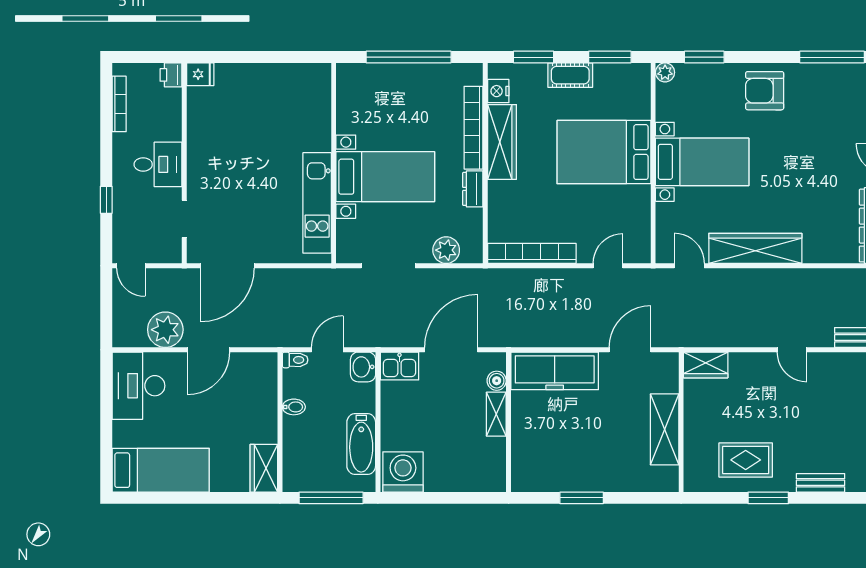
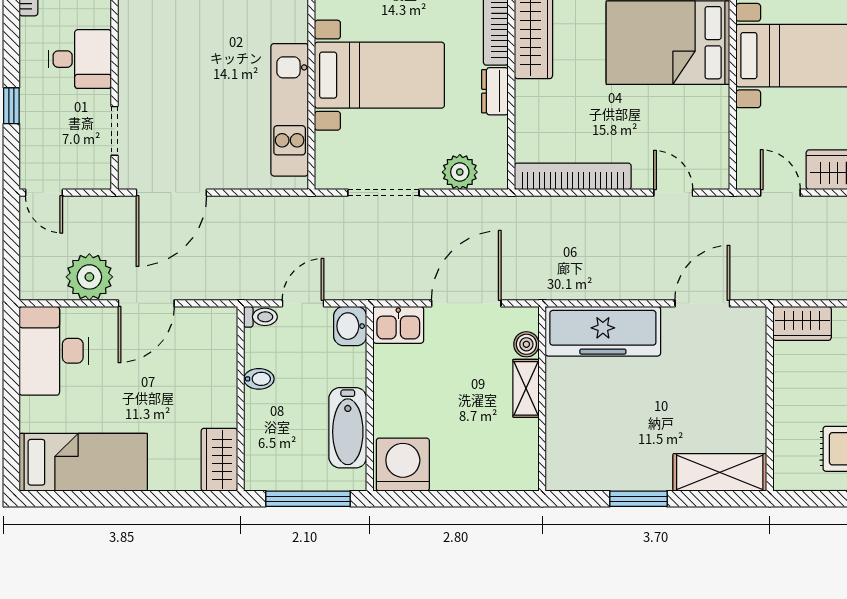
door: (608, 266) -> (673, 193), hinge flipped
shelving: (665, 429) -> (720, 472), moved, turned 90

